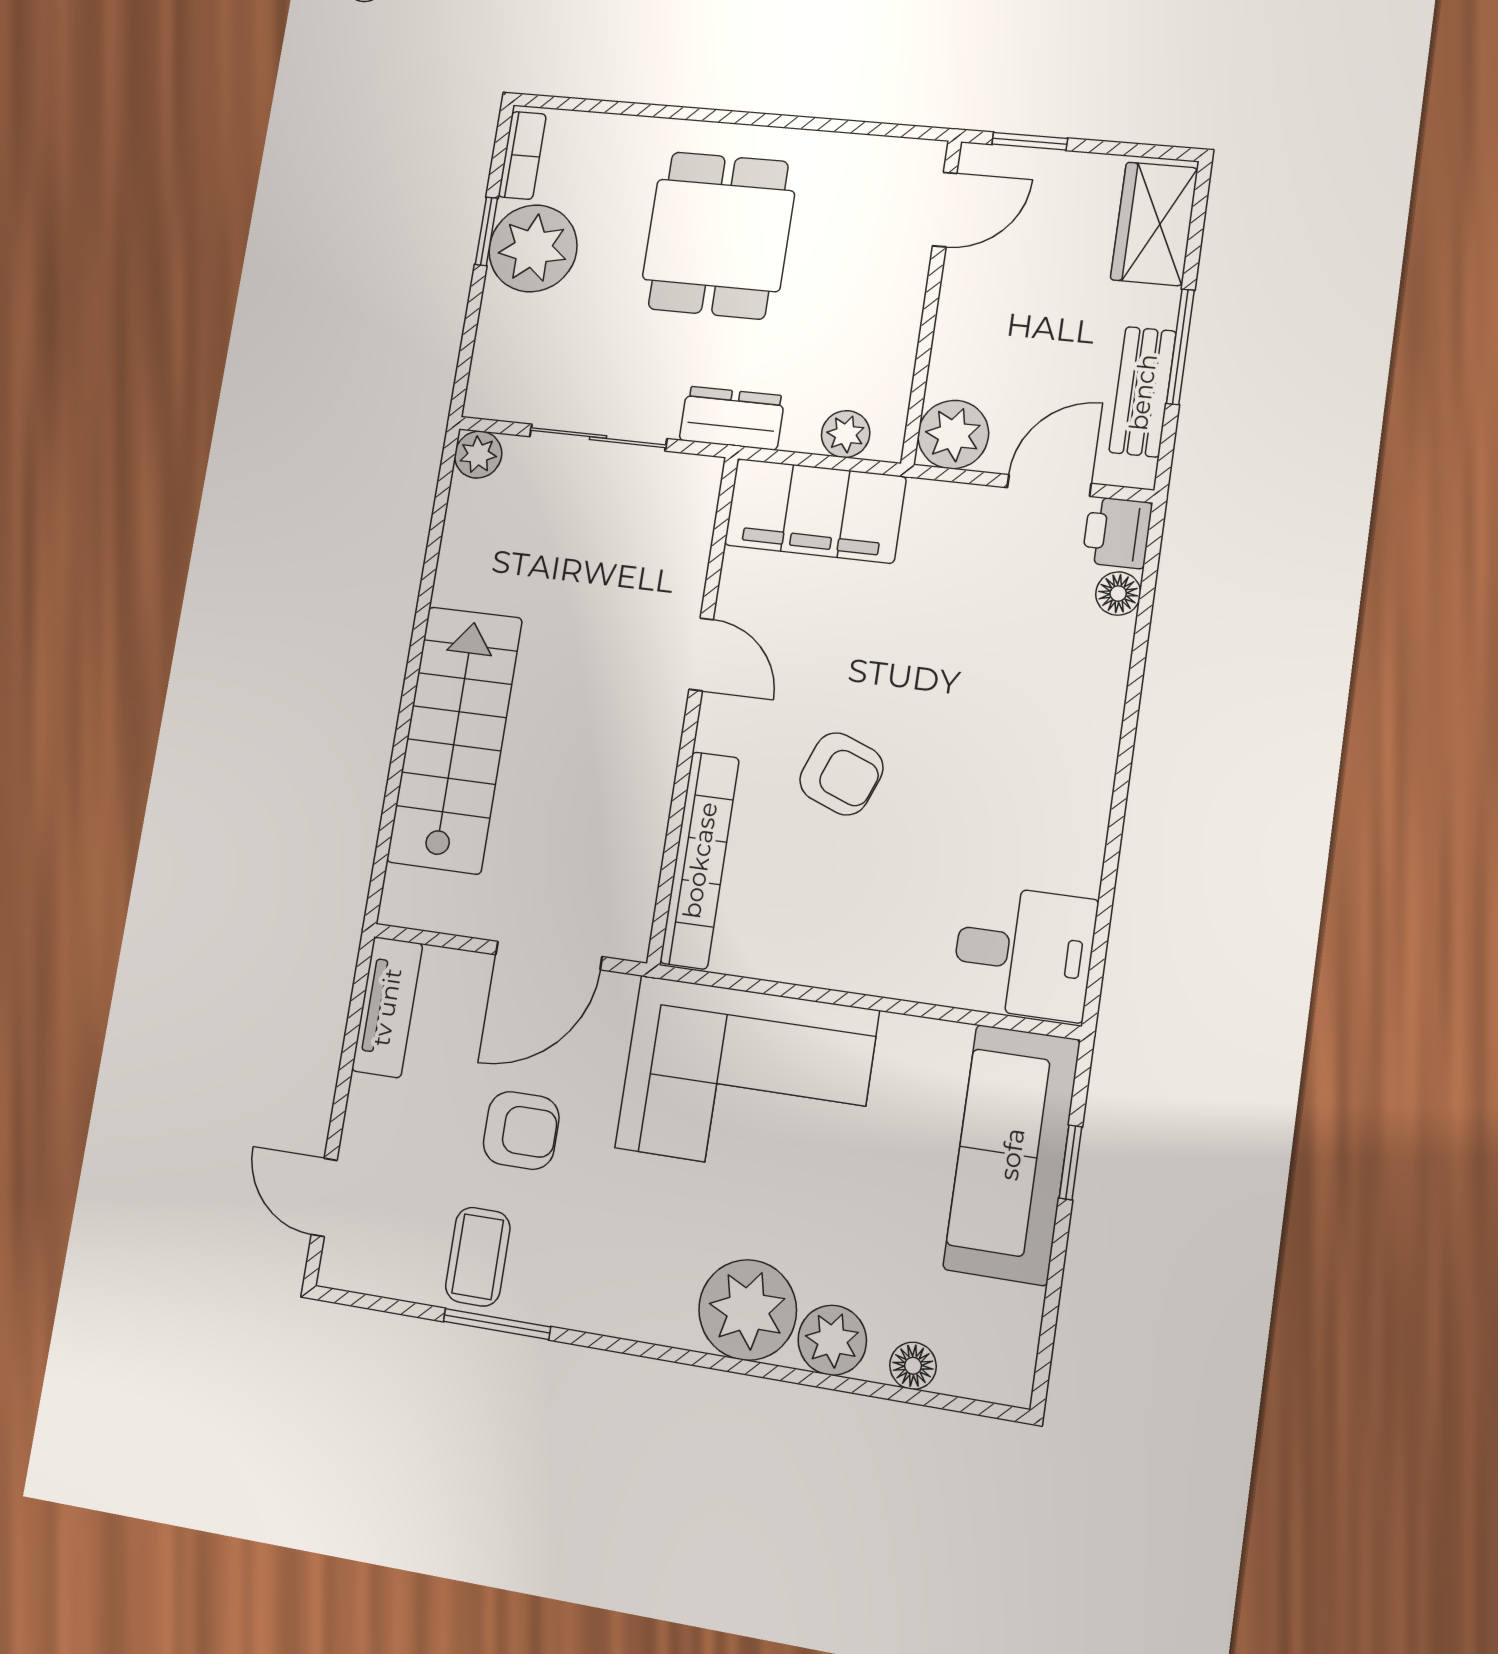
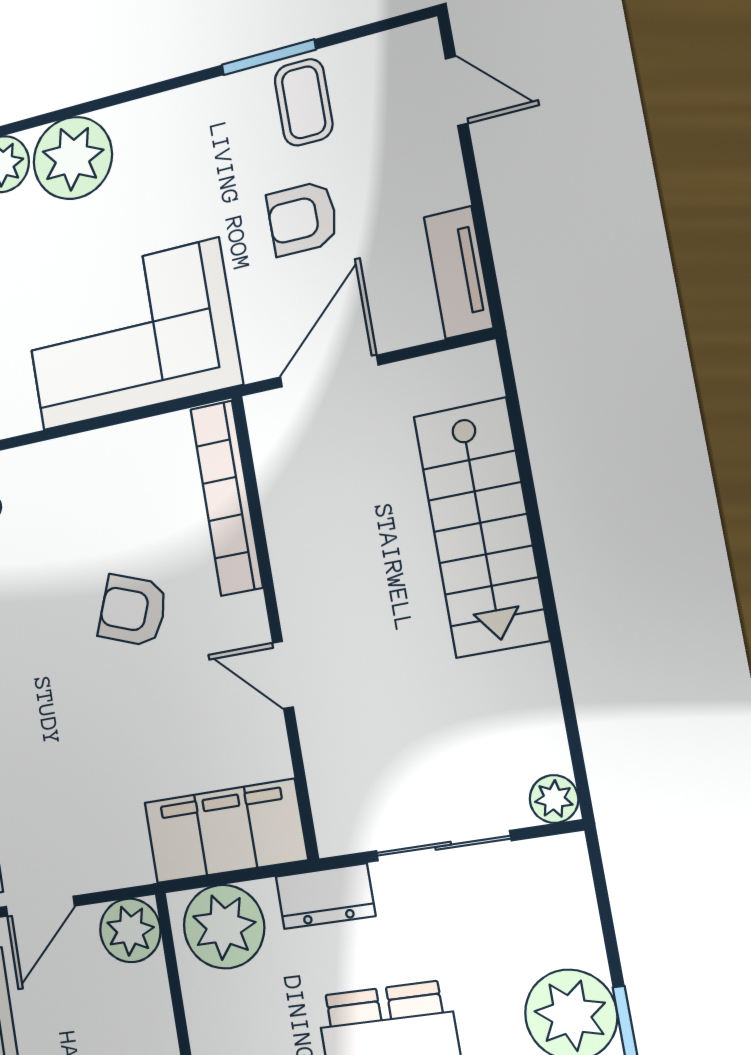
plant: (846, 434) -> (224, 927), width x1.87, depth x1.87

